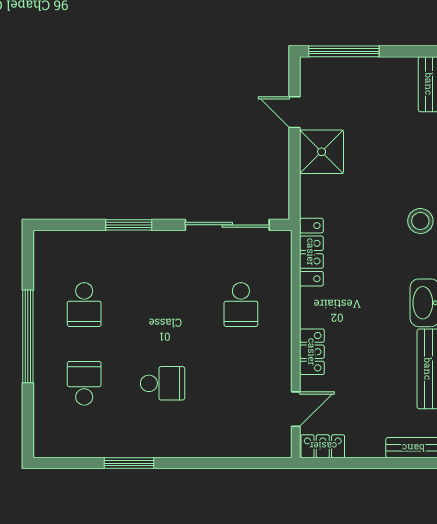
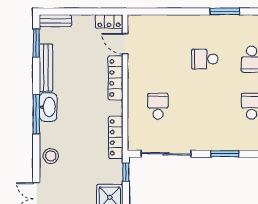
window: (295, 194) -> (126, 172), added
locker: (312, 352) -> (115, 78), width x1.53
door: (296, 409) -> (125, 44), hinge flipped

